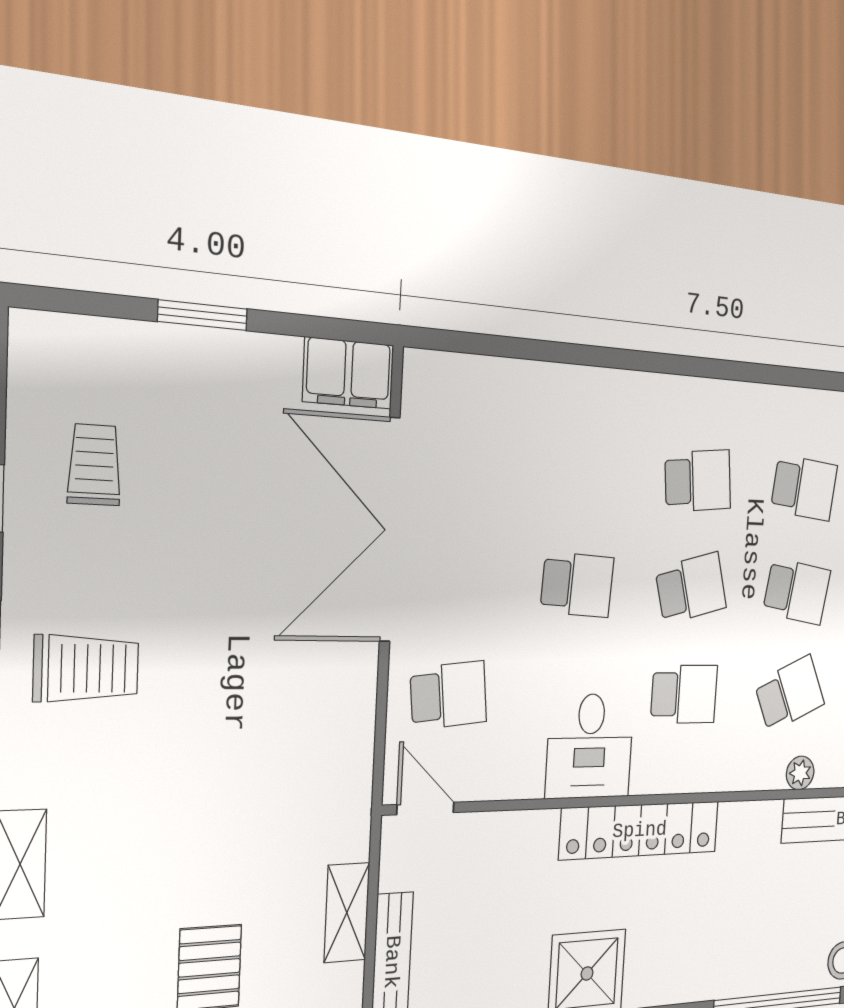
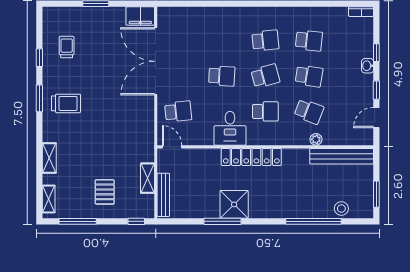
school desk: (790, 694) -> (309, 111), turned 45

